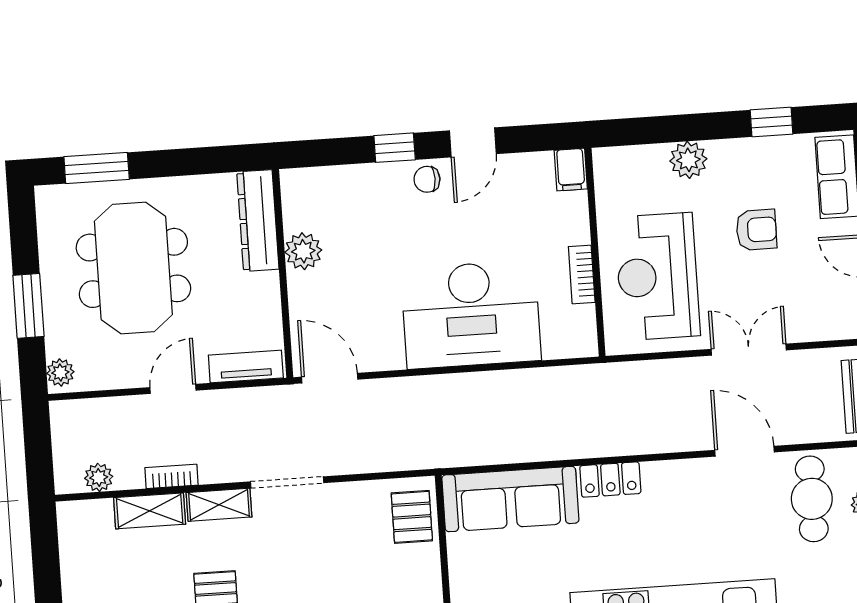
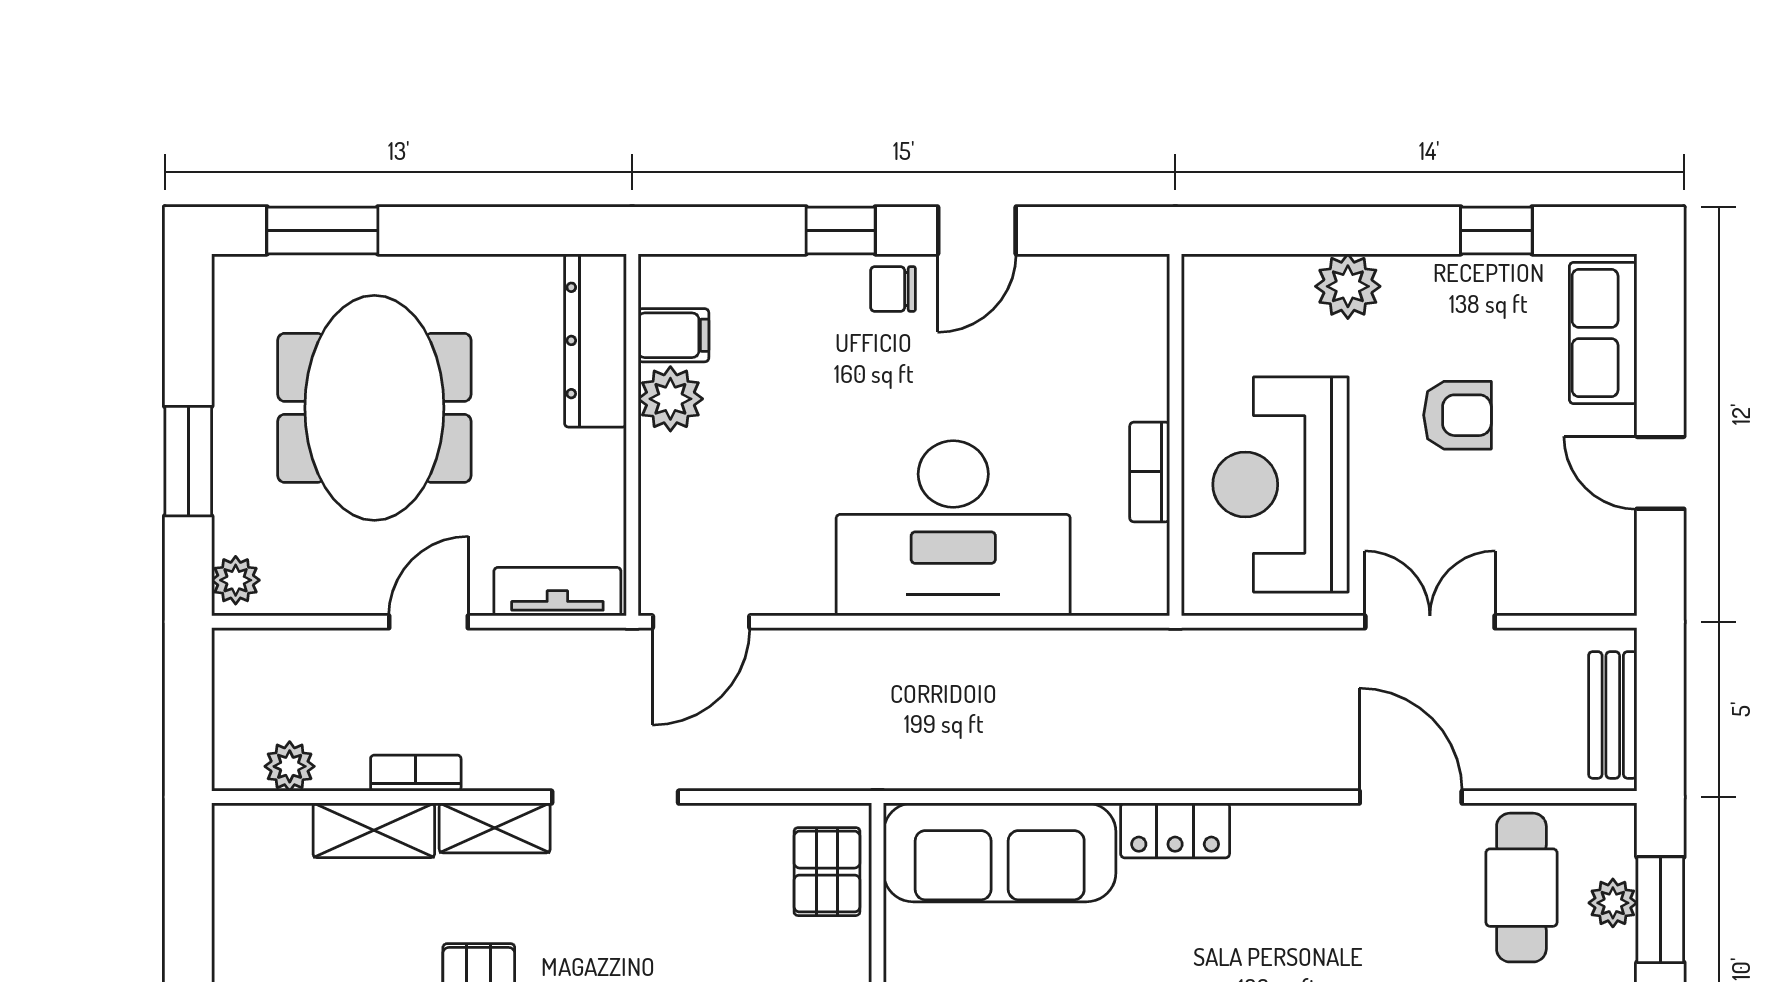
filing cabinet: (571, 170) -> (673, 335), moved, turned -90
door: (330, 378) -> (701, 622), swing flipped

